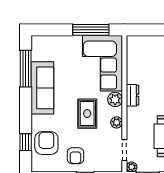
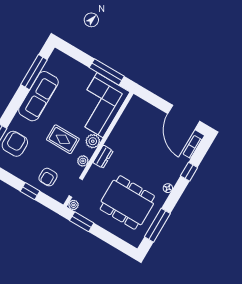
dresser: (133, 95) -> (103, 157), moved
rug: (87, 114) -> (63, 139), turned 90
armchair: (75, 156) -> (48, 177), moved

